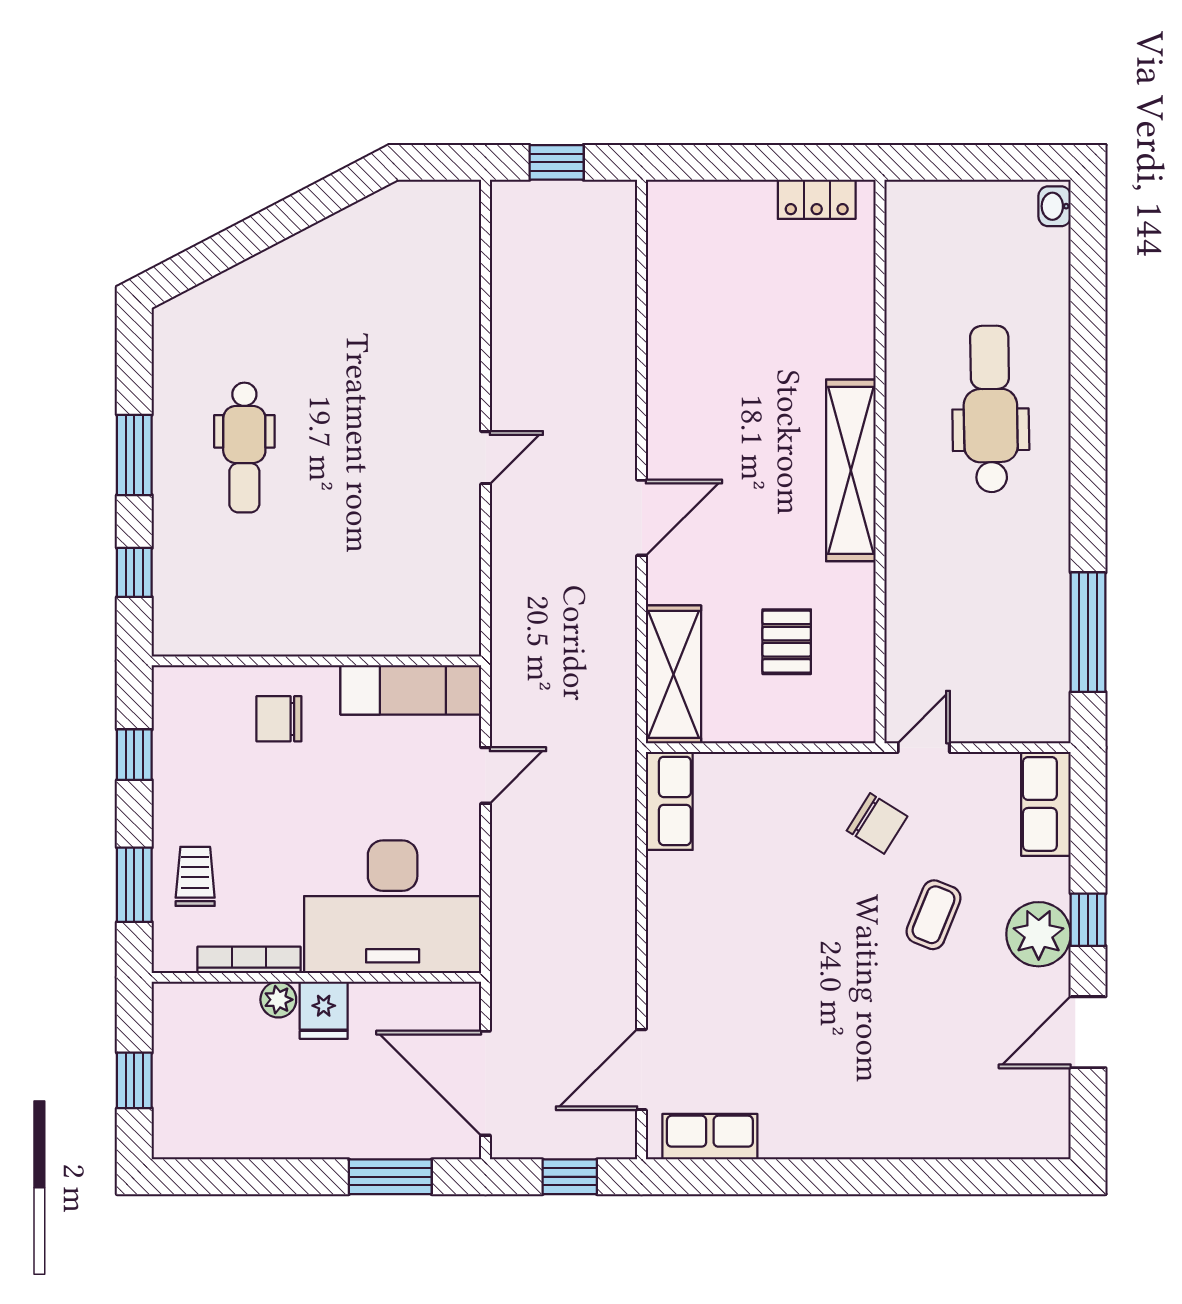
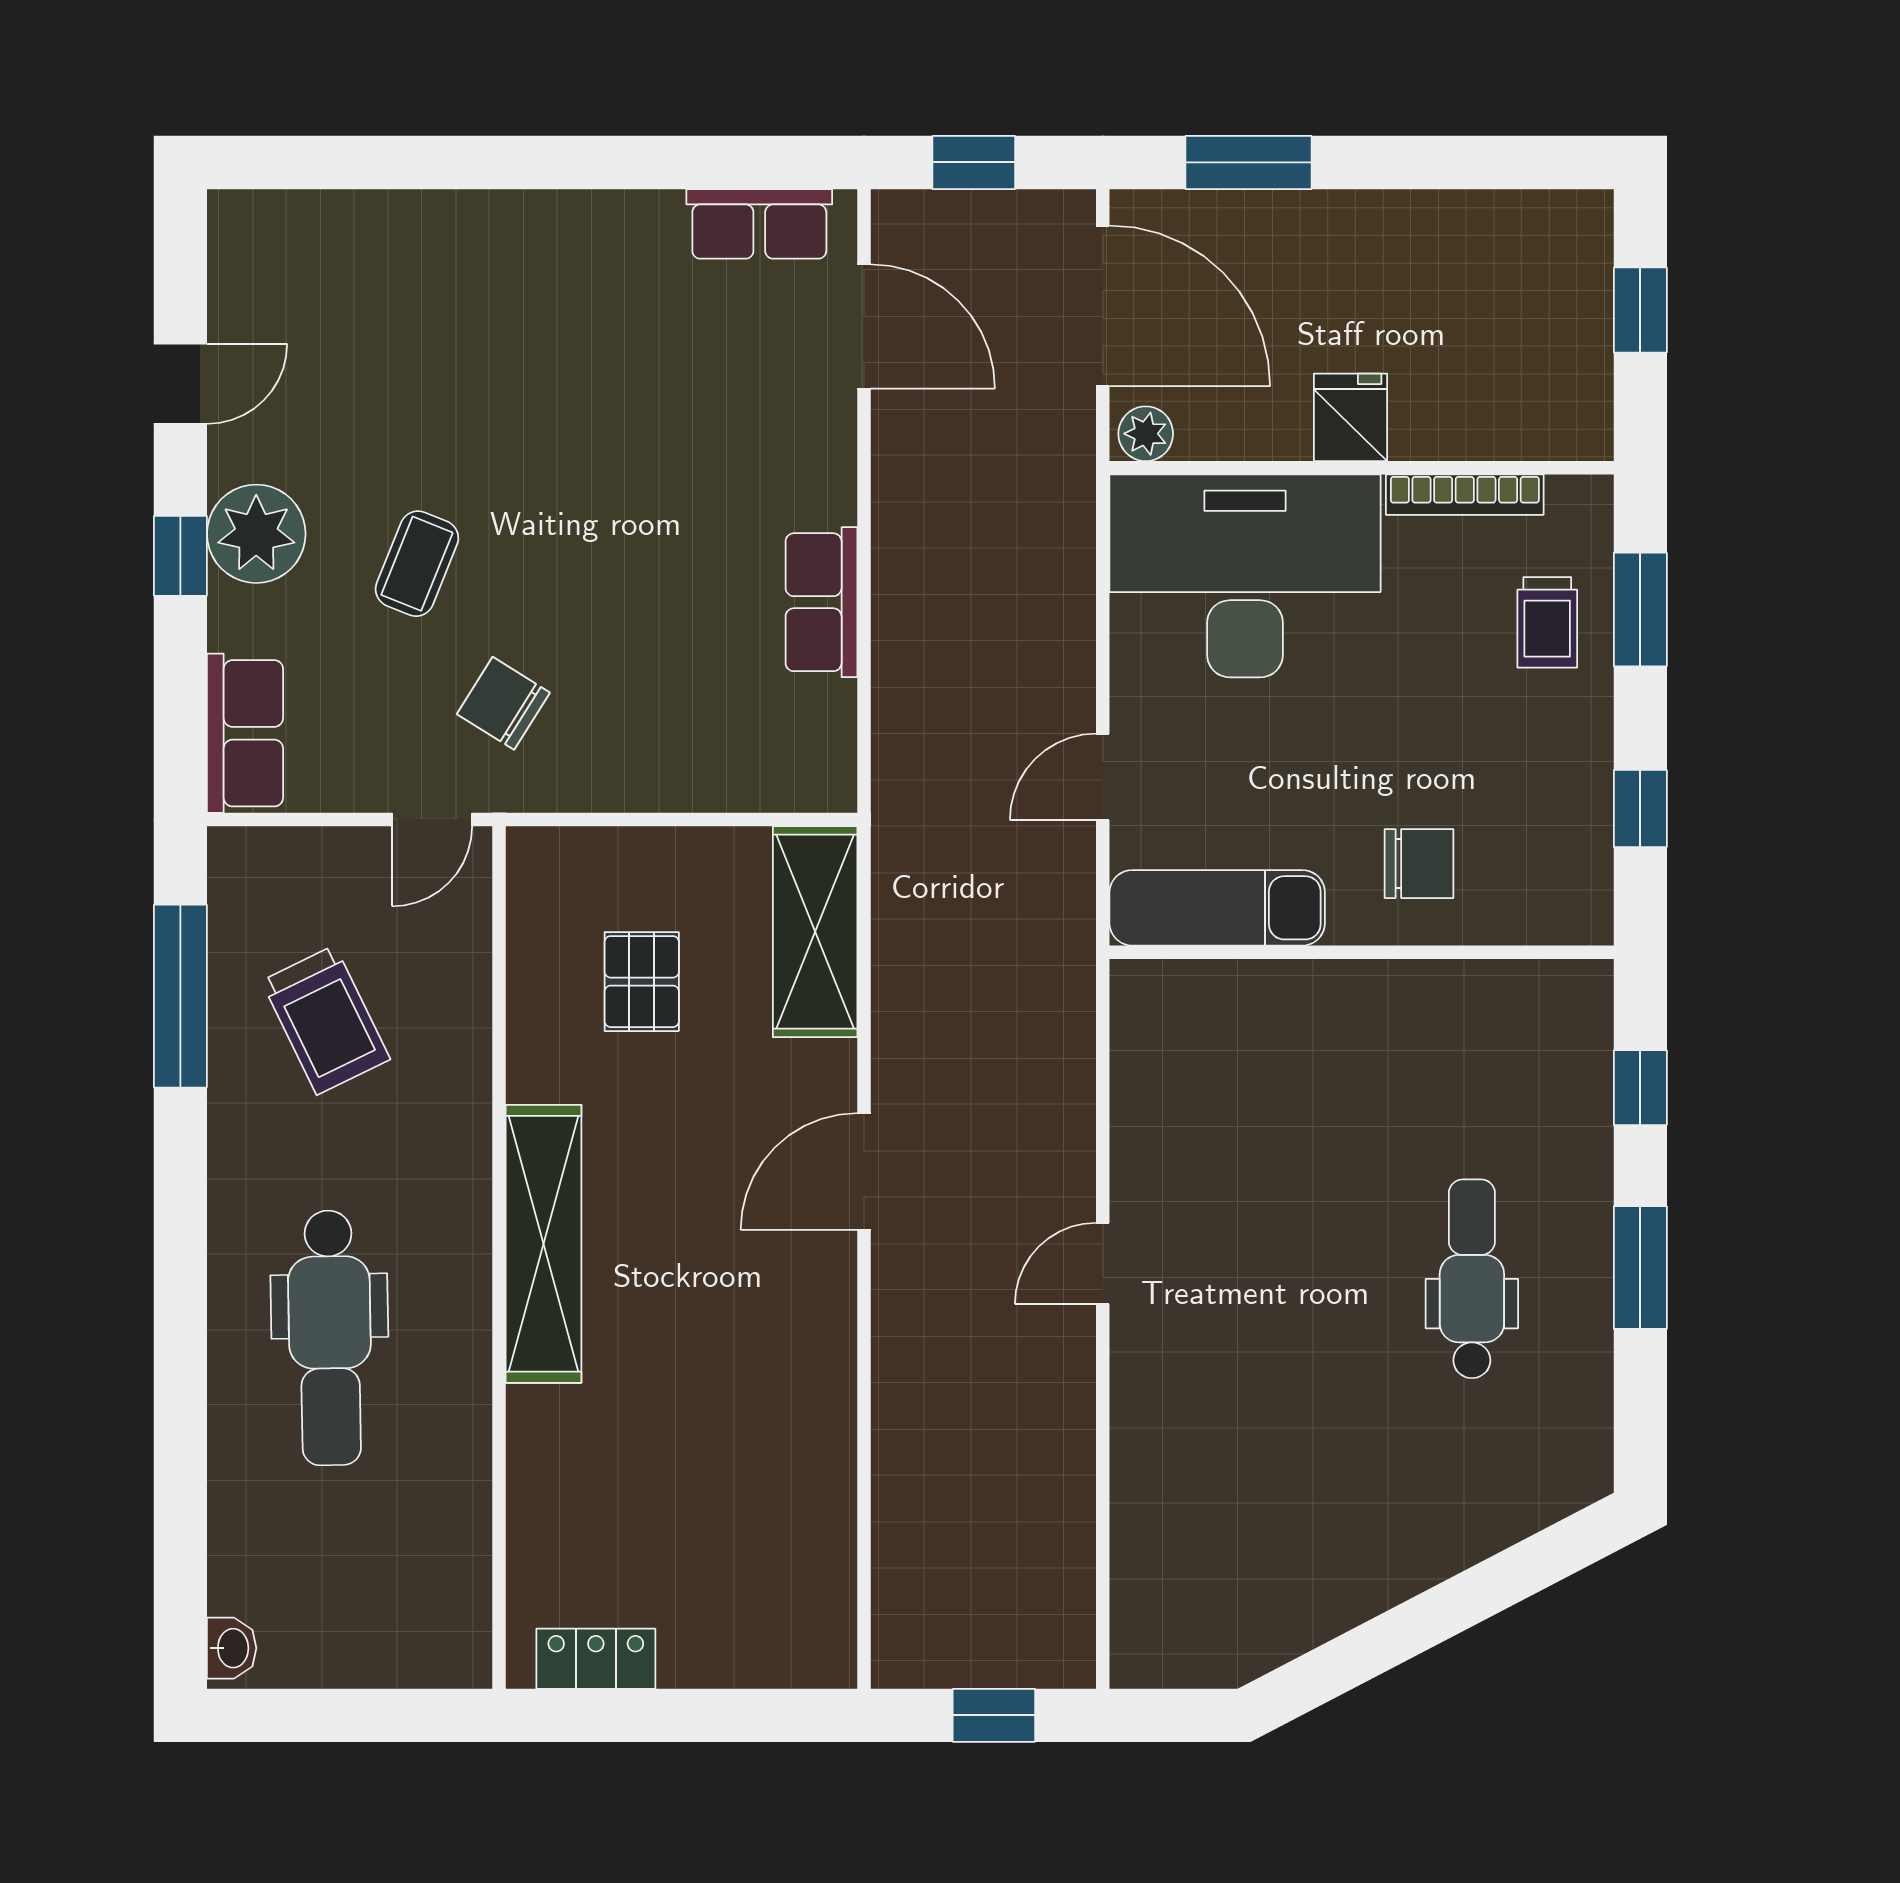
trolley: (993, 616) -> (326, 1020), added
row of seats: (669, 801) -> (821, 602), moved
plant: (278, 1000) -> (1146, 434), moved
door: (1088, 1032) -> (180, 384), width x0.73
door: (642, 1070) -> (864, 326), hinge flipped

